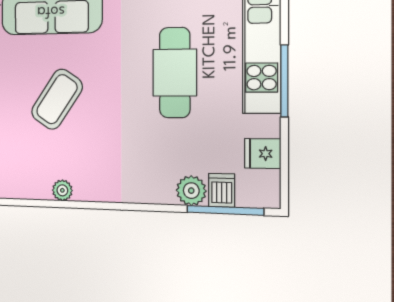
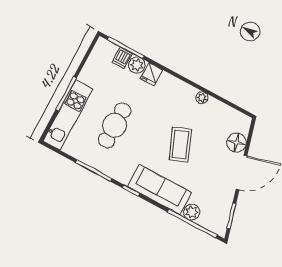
coffee table: (57, 99) -> (180, 144), turned -56
fridge: (263, 154) -> (151, 74), moved, turned 90

